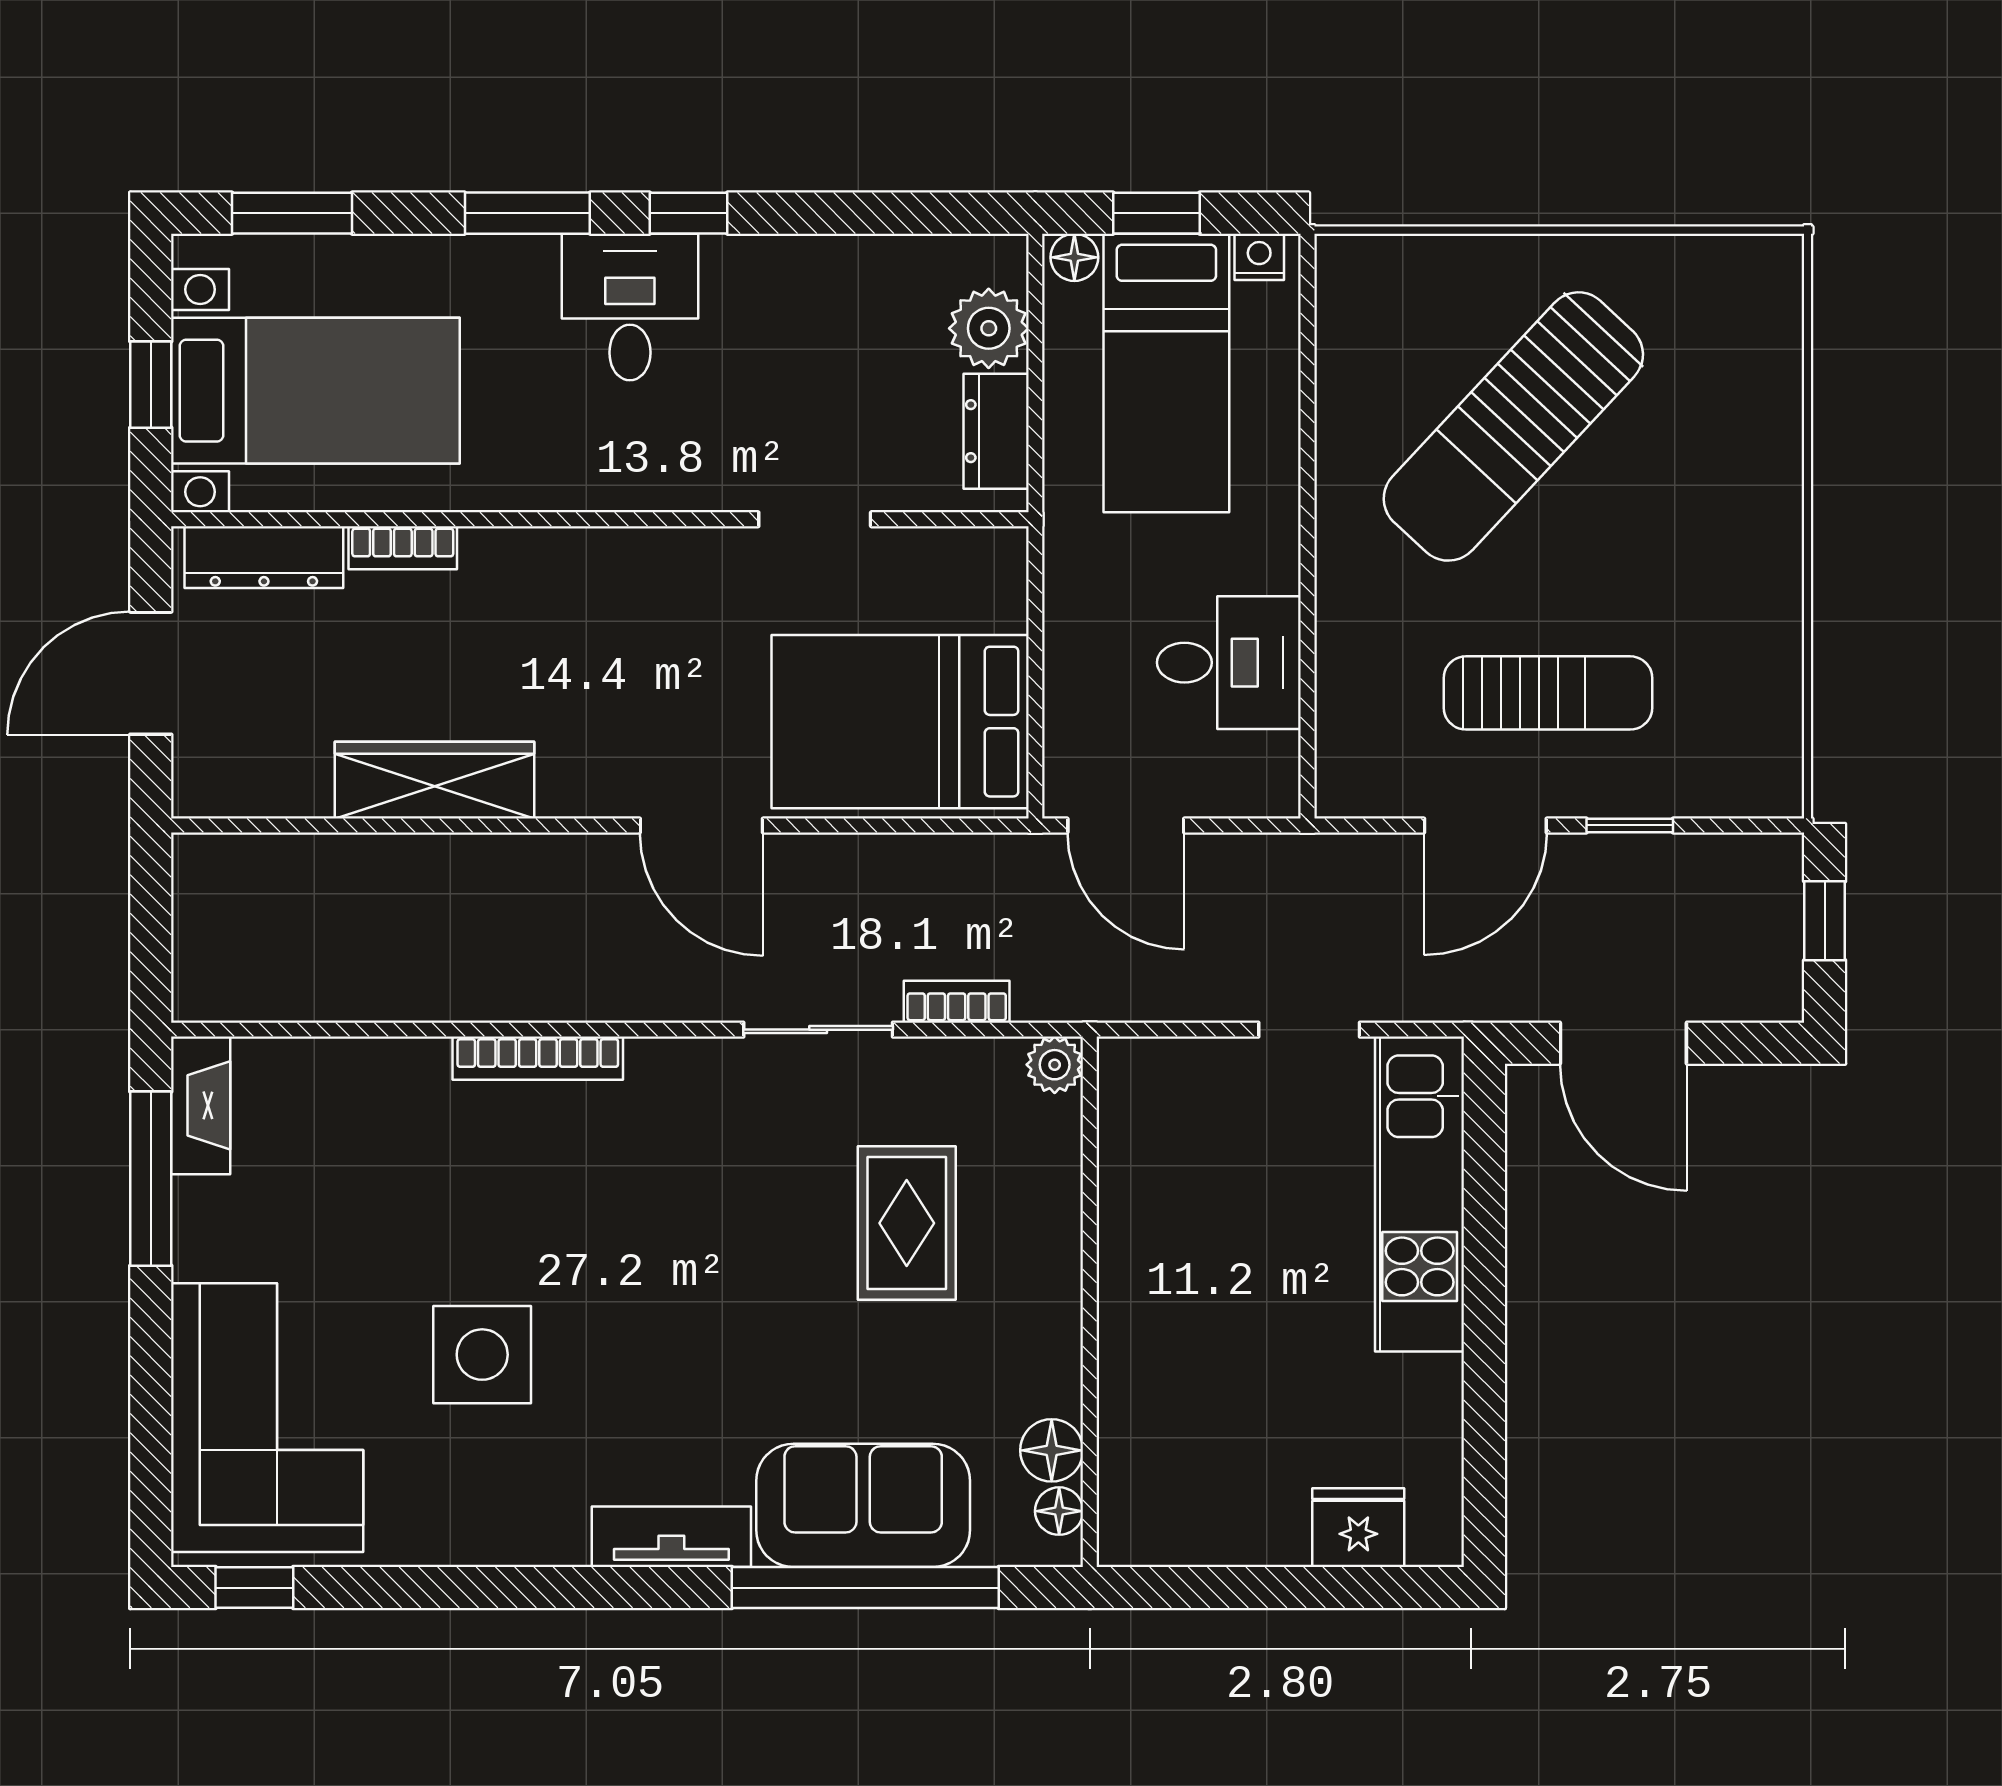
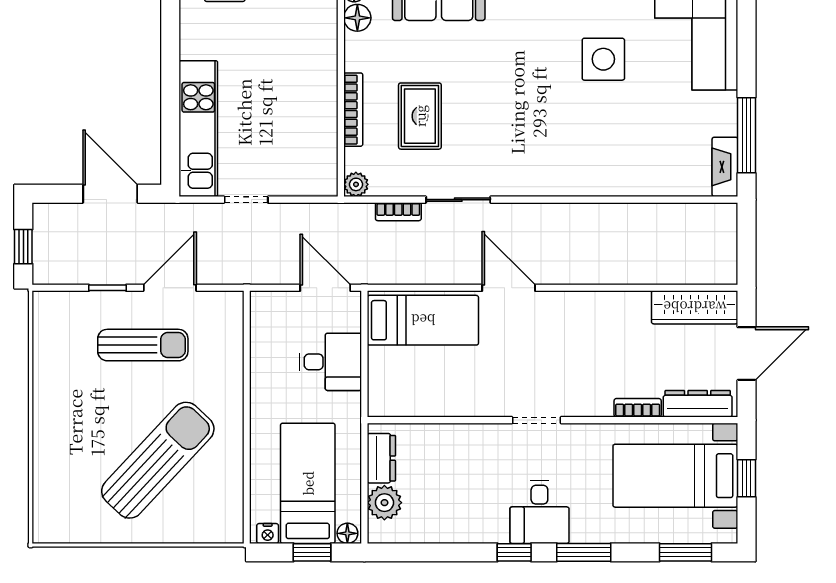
doorway: (815, 519) -> (537, 420), moved
desk: (1229, 663) -> (330, 362), moved, turned 180
sun lounger: (1548, 693) -> (143, 345), turned 180
bed: (900, 722) -> (423, 320), width x0.67
wardrobe: (434, 780) -> (695, 307), moved
bookcase: (538, 1058) -> (353, 110), moved, turned 90

